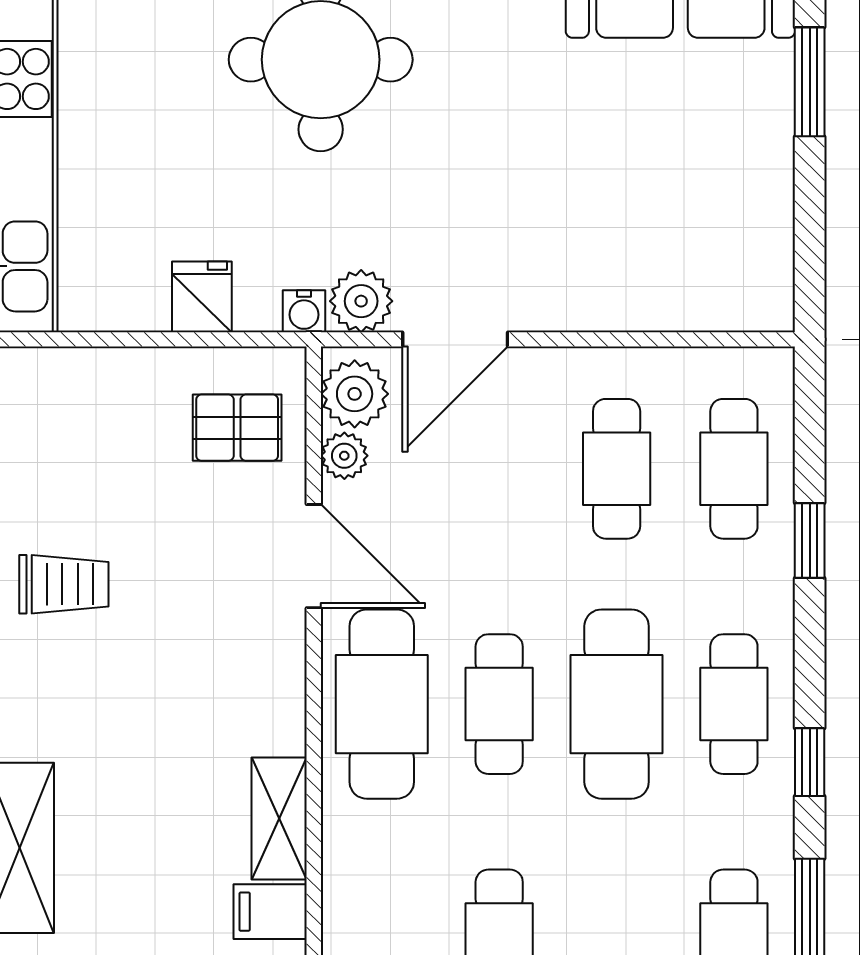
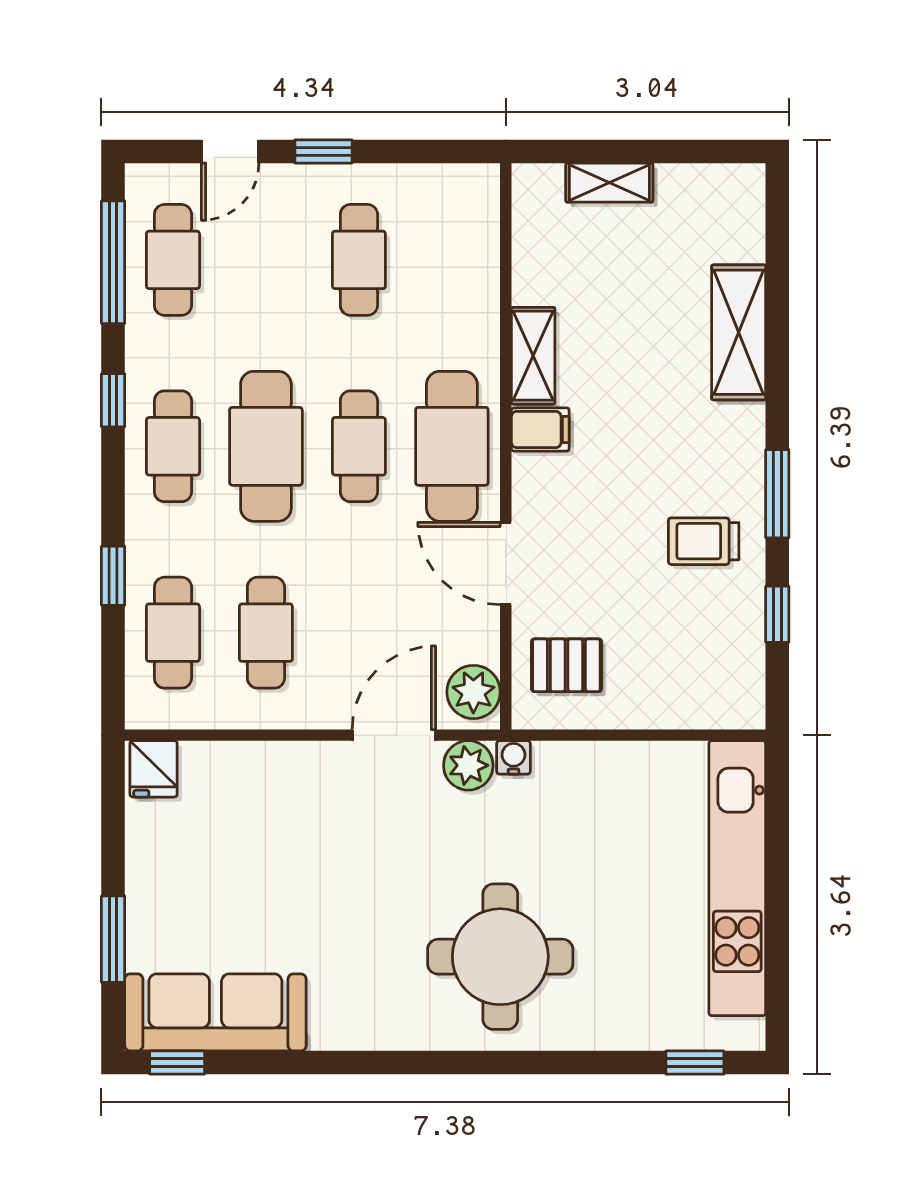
fridge: (202, 297) -> (154, 769), moved
plant: (344, 456) -> (482, 643), removed
filing cabinet: (270, 912) -> (540, 429), moved

